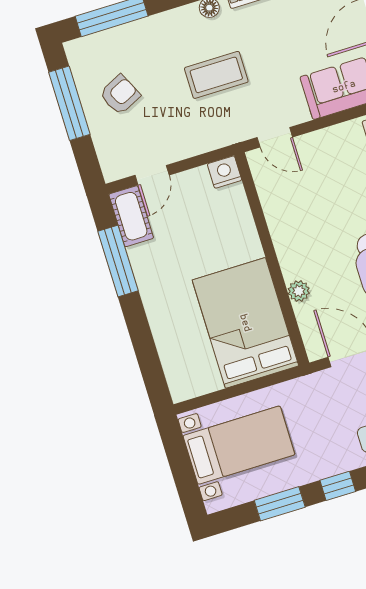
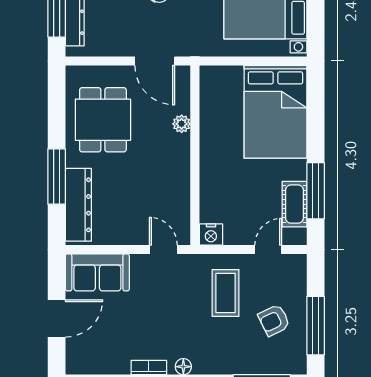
coffee table: (216, 75) -> (226, 293), moved, turned 90
cot: (131, 216) -> (294, 204), moved
bed: (245, 323) -> (275, 112), moved

